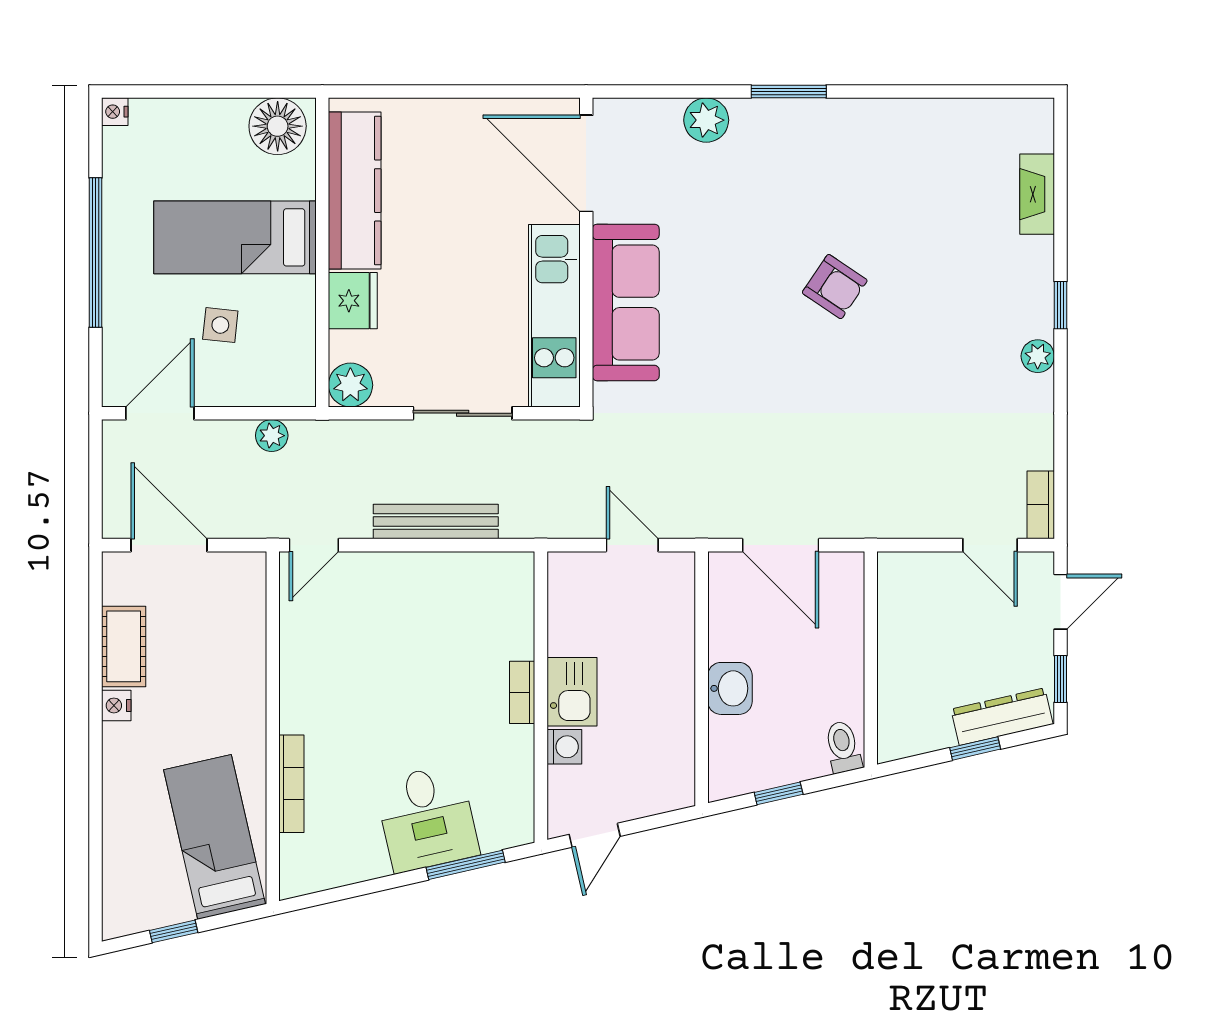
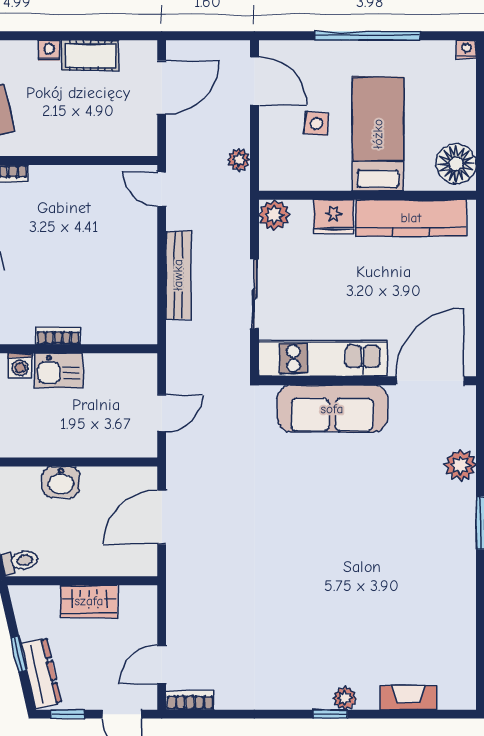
armchair: (835, 287) -> (343, 555), removed
plant: (1038, 356) -> (345, 698), moved
wardrobe: (900, 648) -> (89, 601), added

